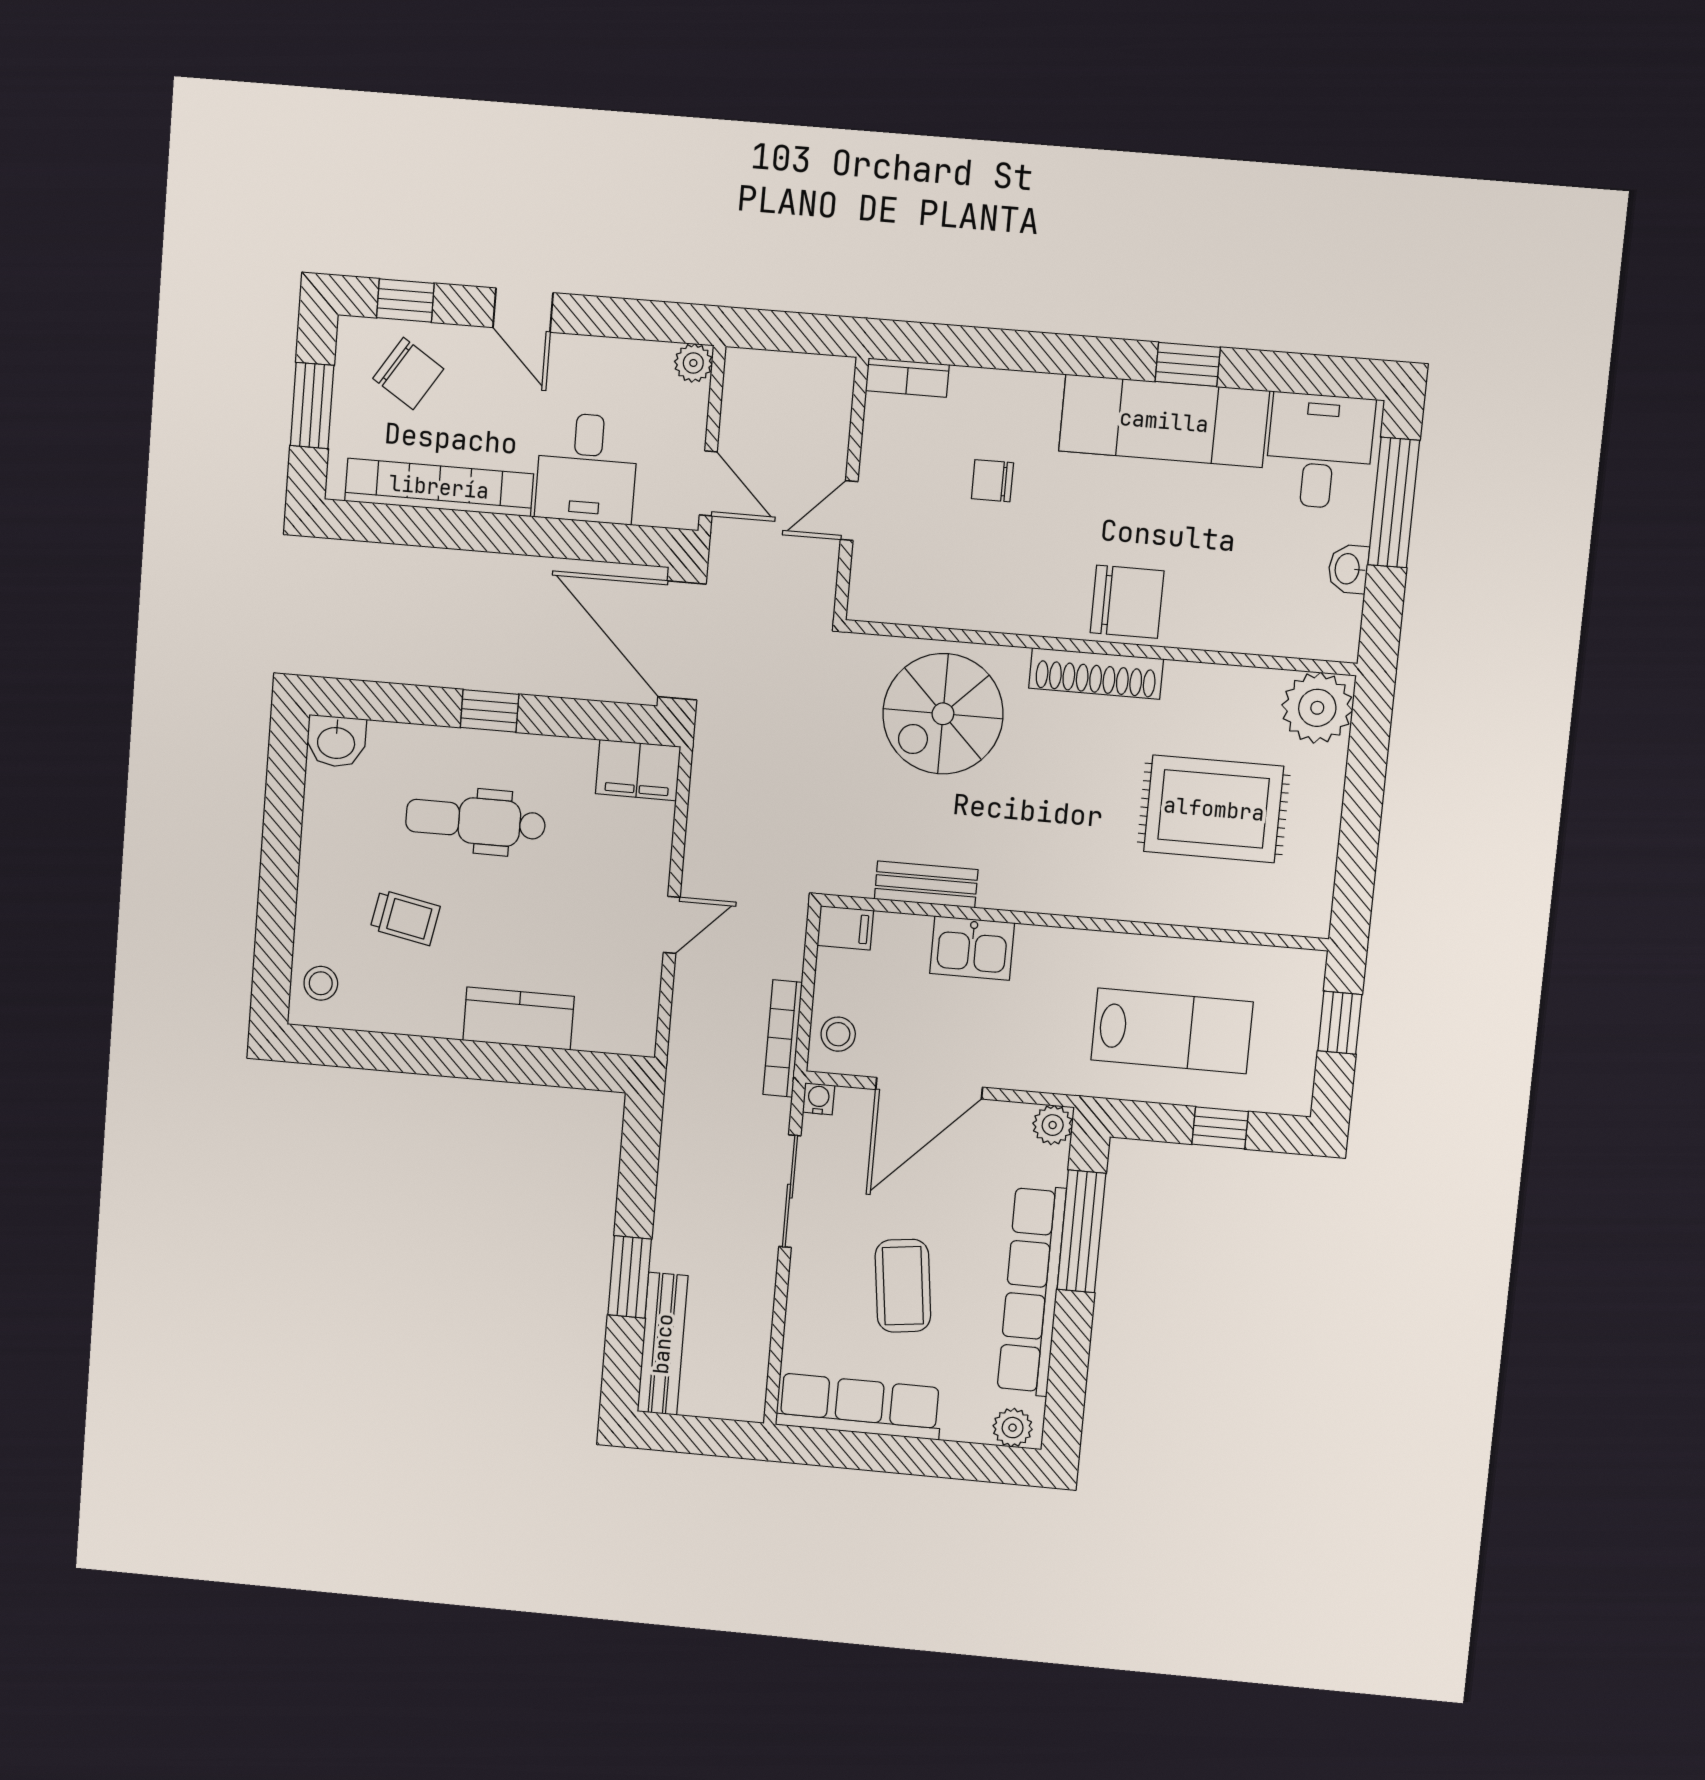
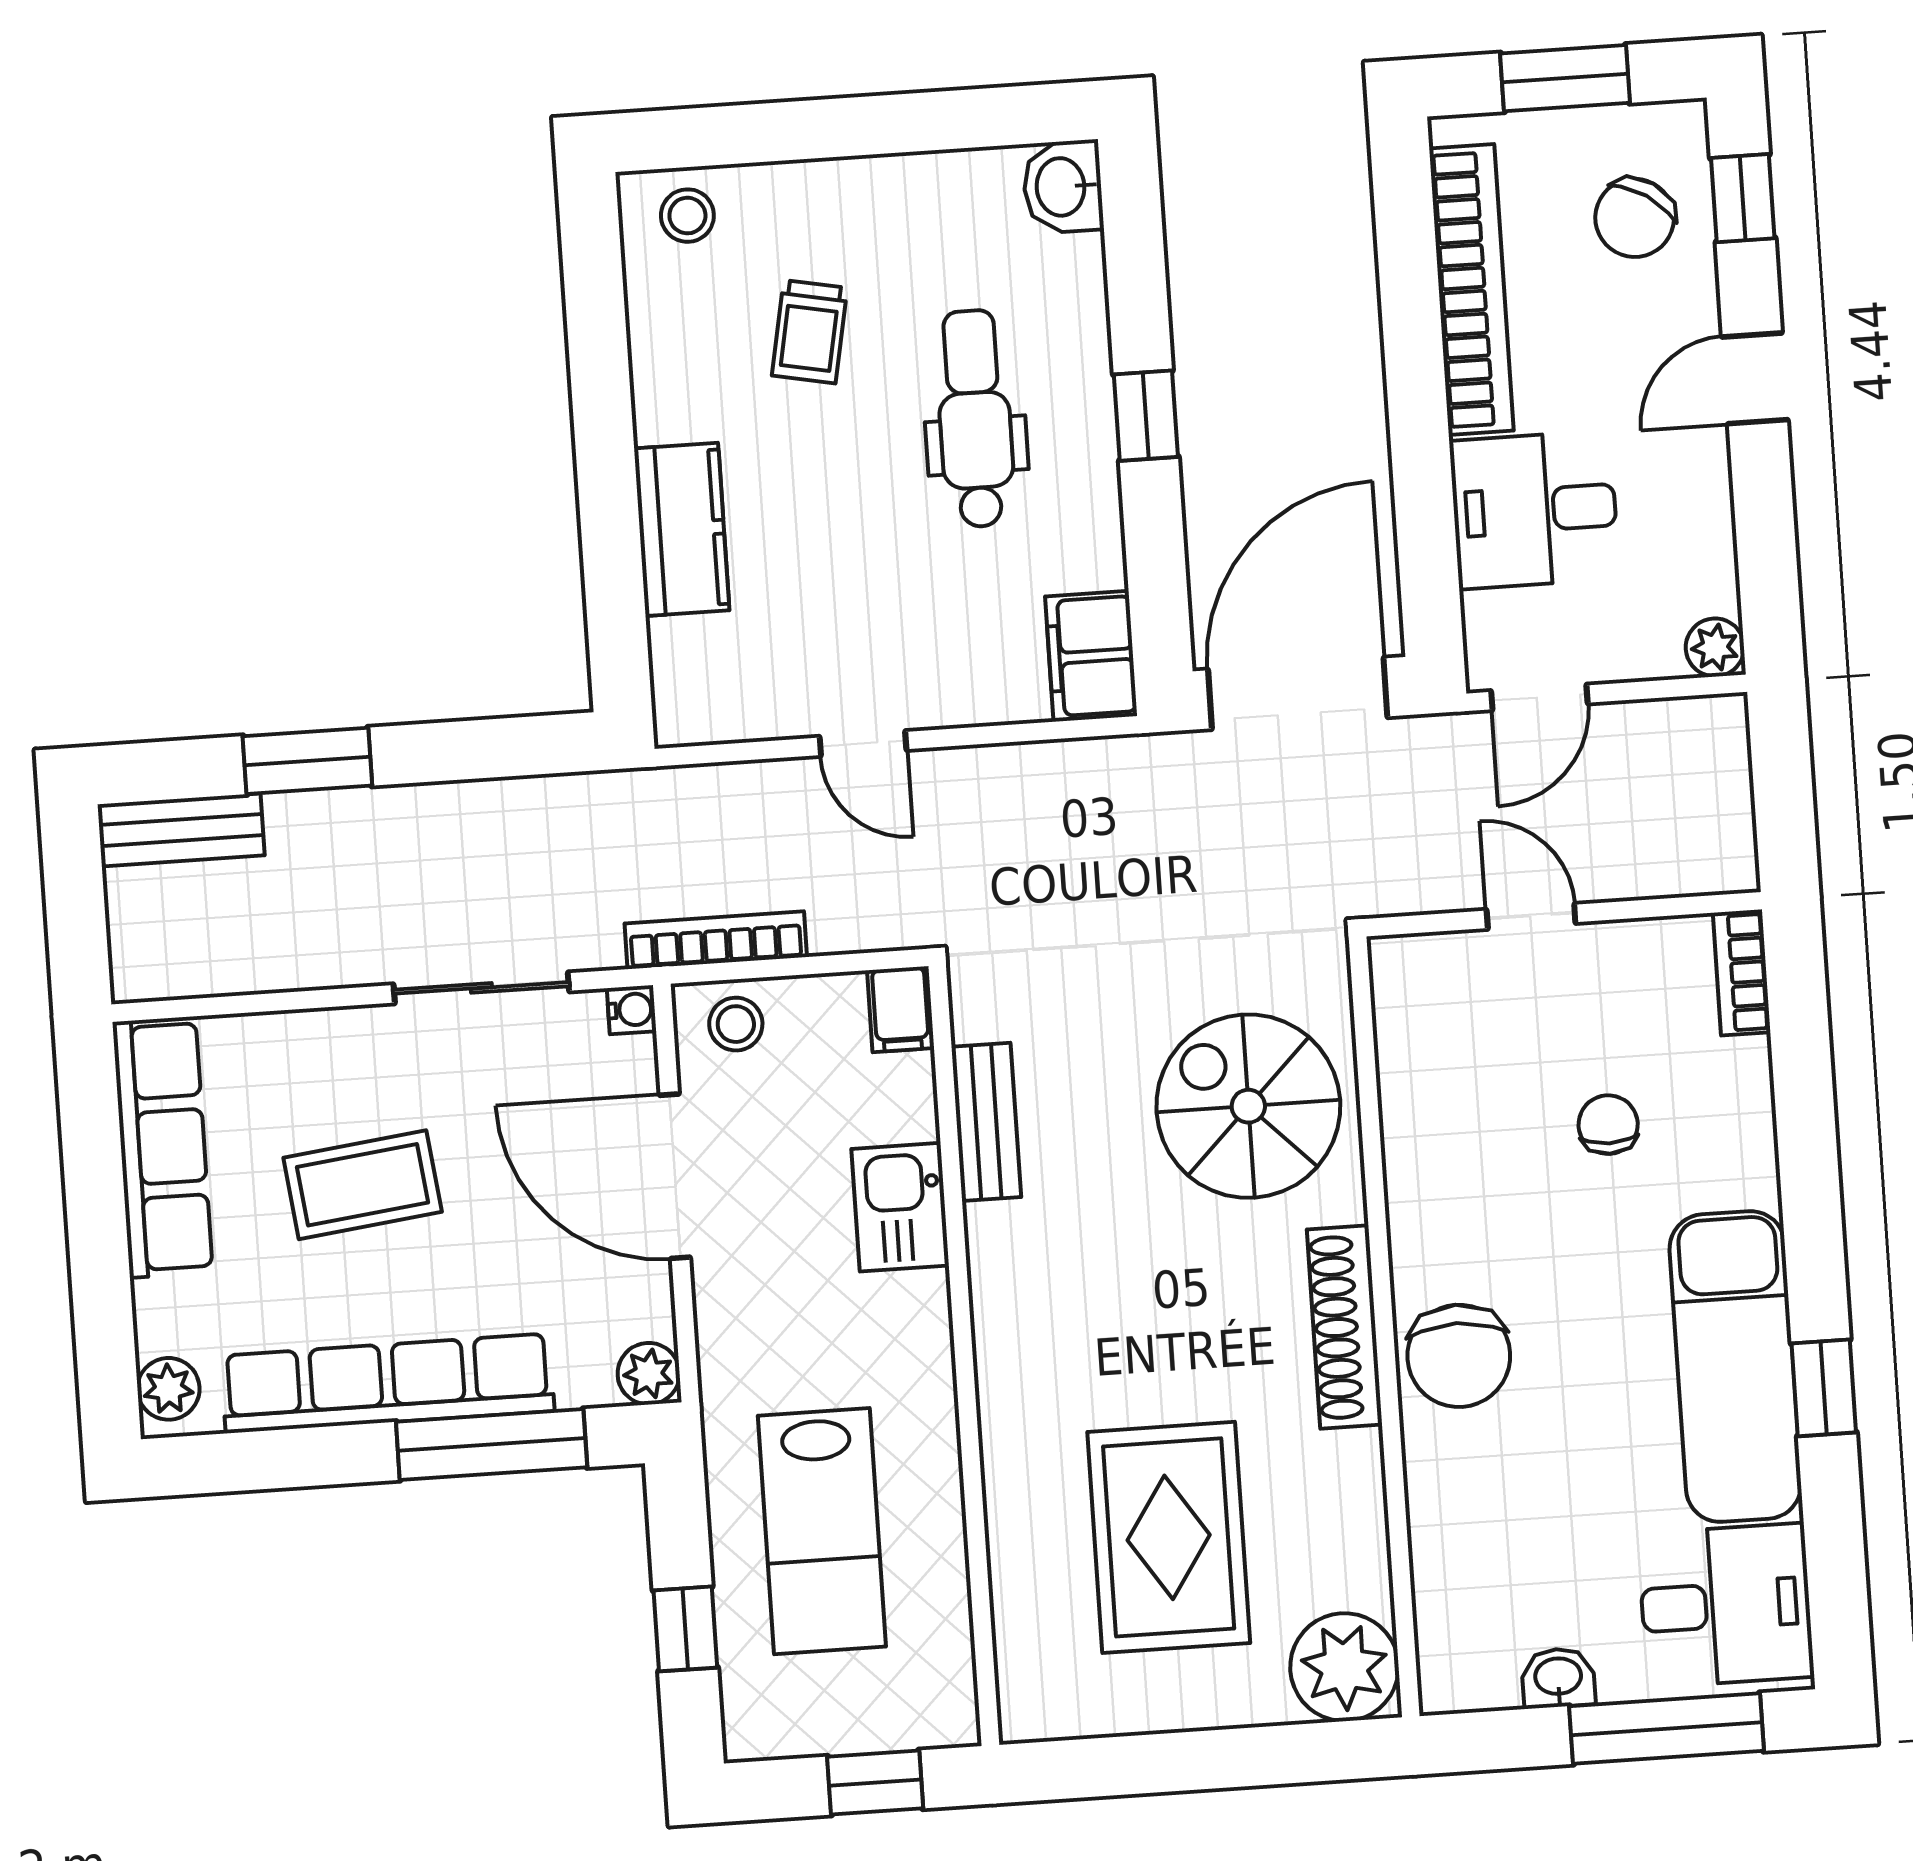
bench: (663, 1344) -> (181, 830), width x0.73

